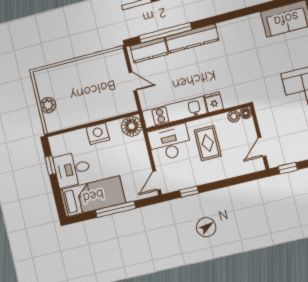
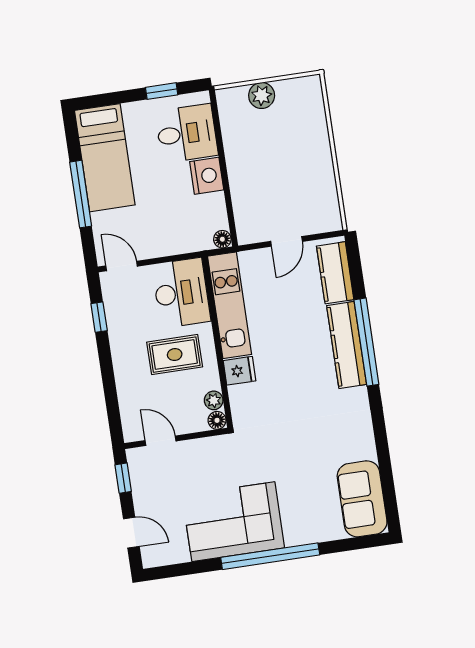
window: (165, 33) -> (366, 342), moved
floor lamp: (132, 126) -> (222, 239), width x0.53, depth x0.53
desk: (72, 169) -> (187, 133), moved, turned 90

